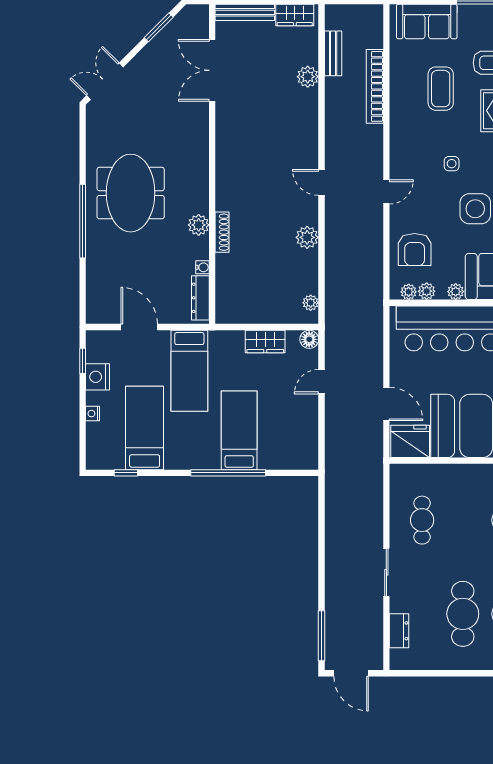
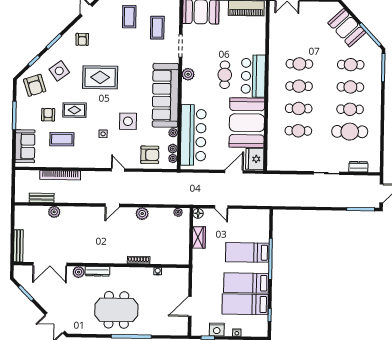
wardrobe: (295, 15) -> (20, 218), removed
plant: (199, 225) -> (79, 272), moved
dresser: (200, 298) -> (97, 271), moved
bed: (189, 371) -> (246, 283), moved, turned 180
cafe table: (422, 520) -> (298, 131), moved

